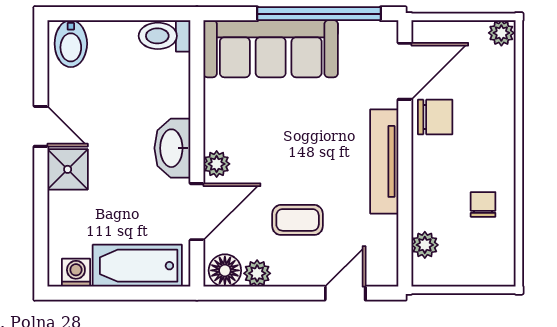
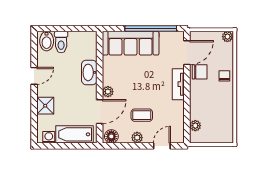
toilet: (165, 36) -> (61, 42), moved, turned -90
door: (41, 126) -> (34, 76), hinge flipped
washbasin: (172, 148) -> (89, 72), moved
tv unit: (384, 161) -> (178, 84), width x0.71
shower: (68, 169) -> (45, 106), moved
chair: (483, 204) -> (224, 76), moved
plant: (257, 273) -> (137, 138), moved

